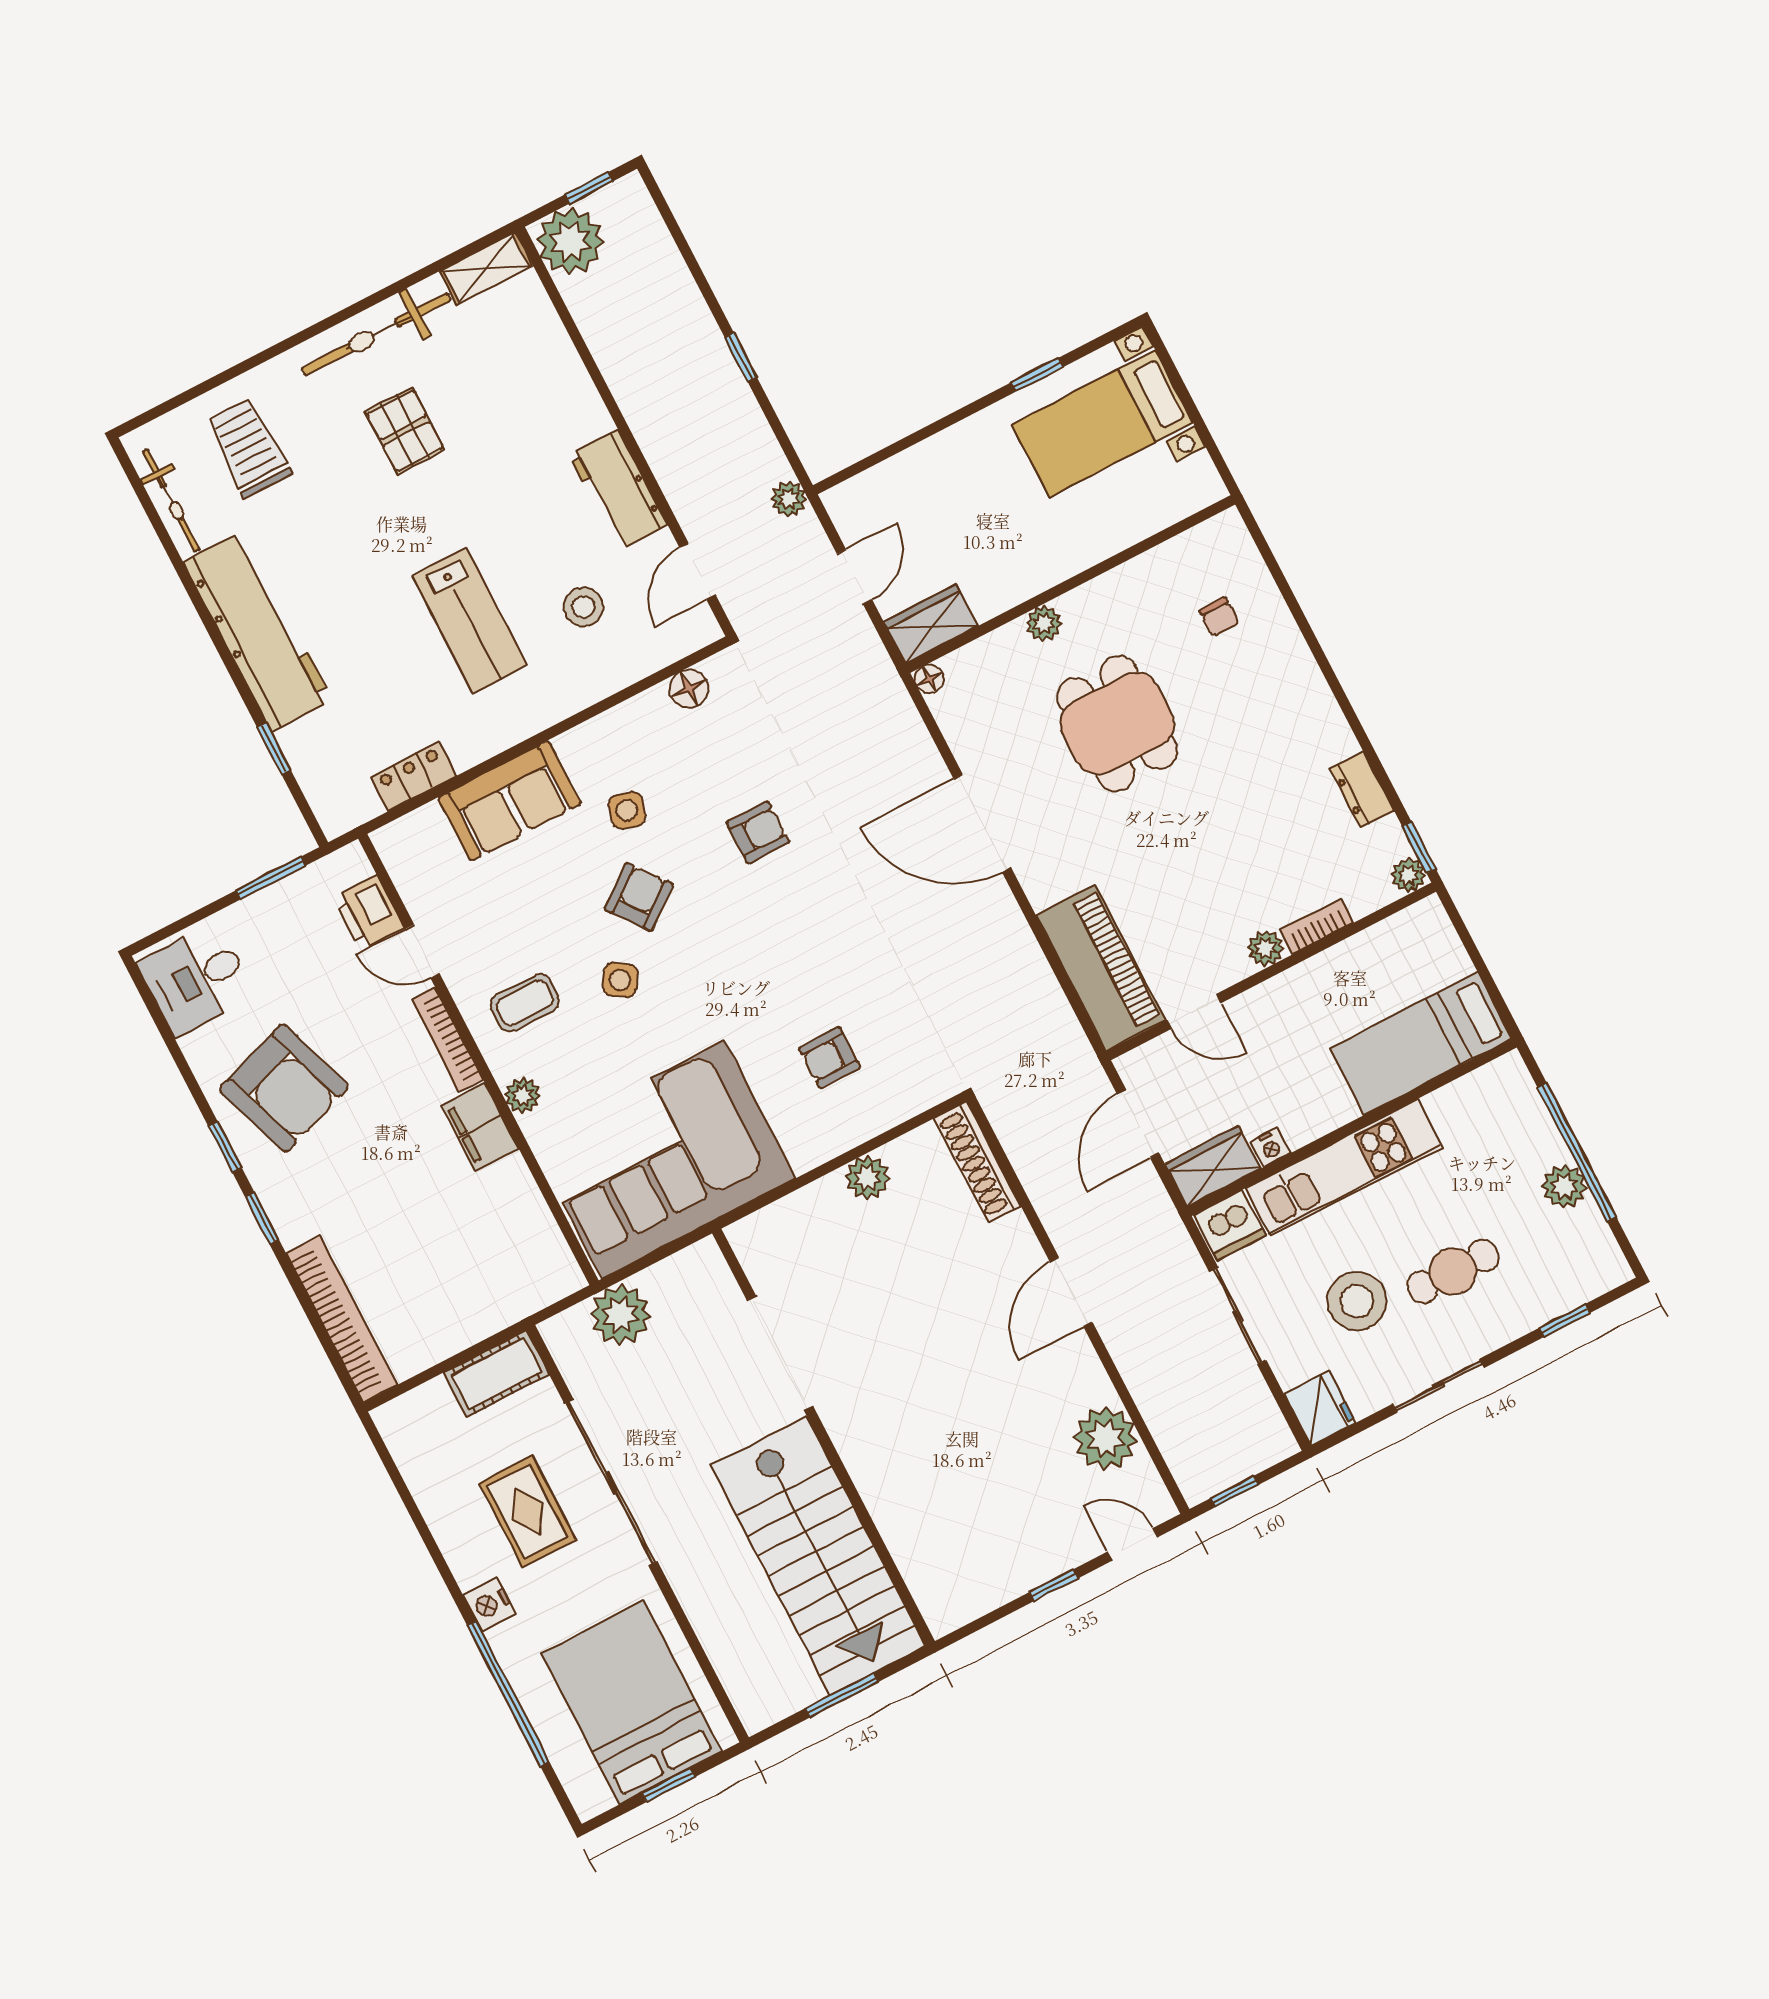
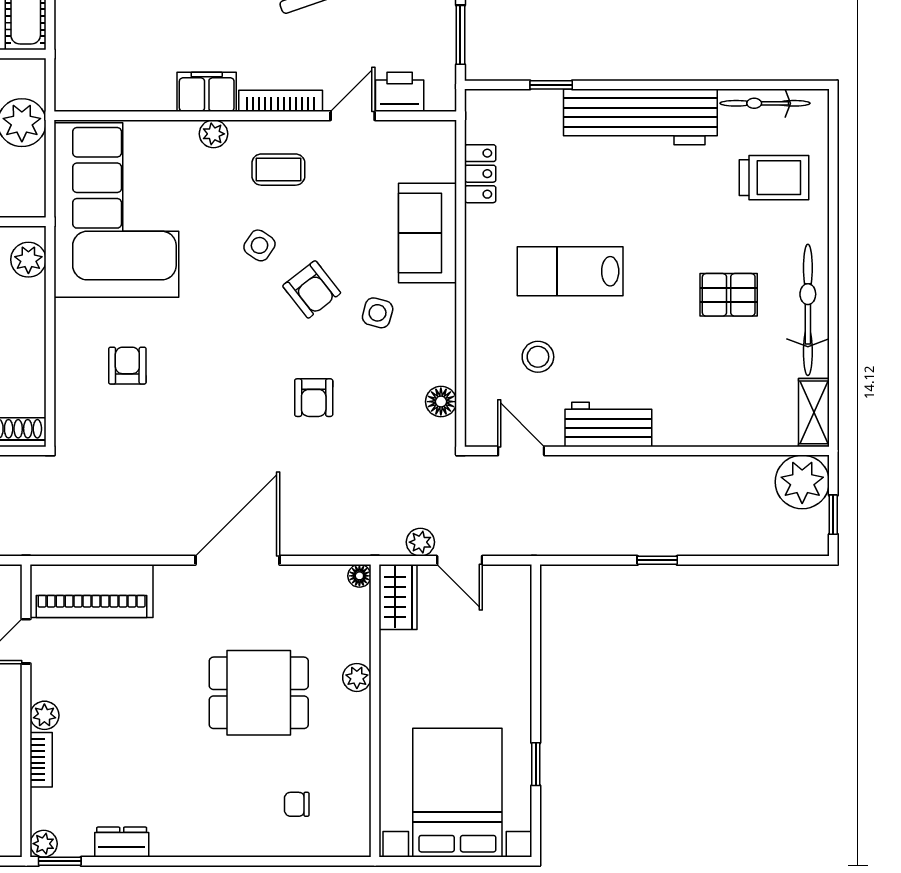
bed with nightstands: (1102, 424) -> (457, 793), width x1.36
plant: (789, 499) -> (420, 542), moved
coffee table: (525, 1003) -> (278, 170), turned 90
plant: (867, 1177) -> (28, 260), moved

